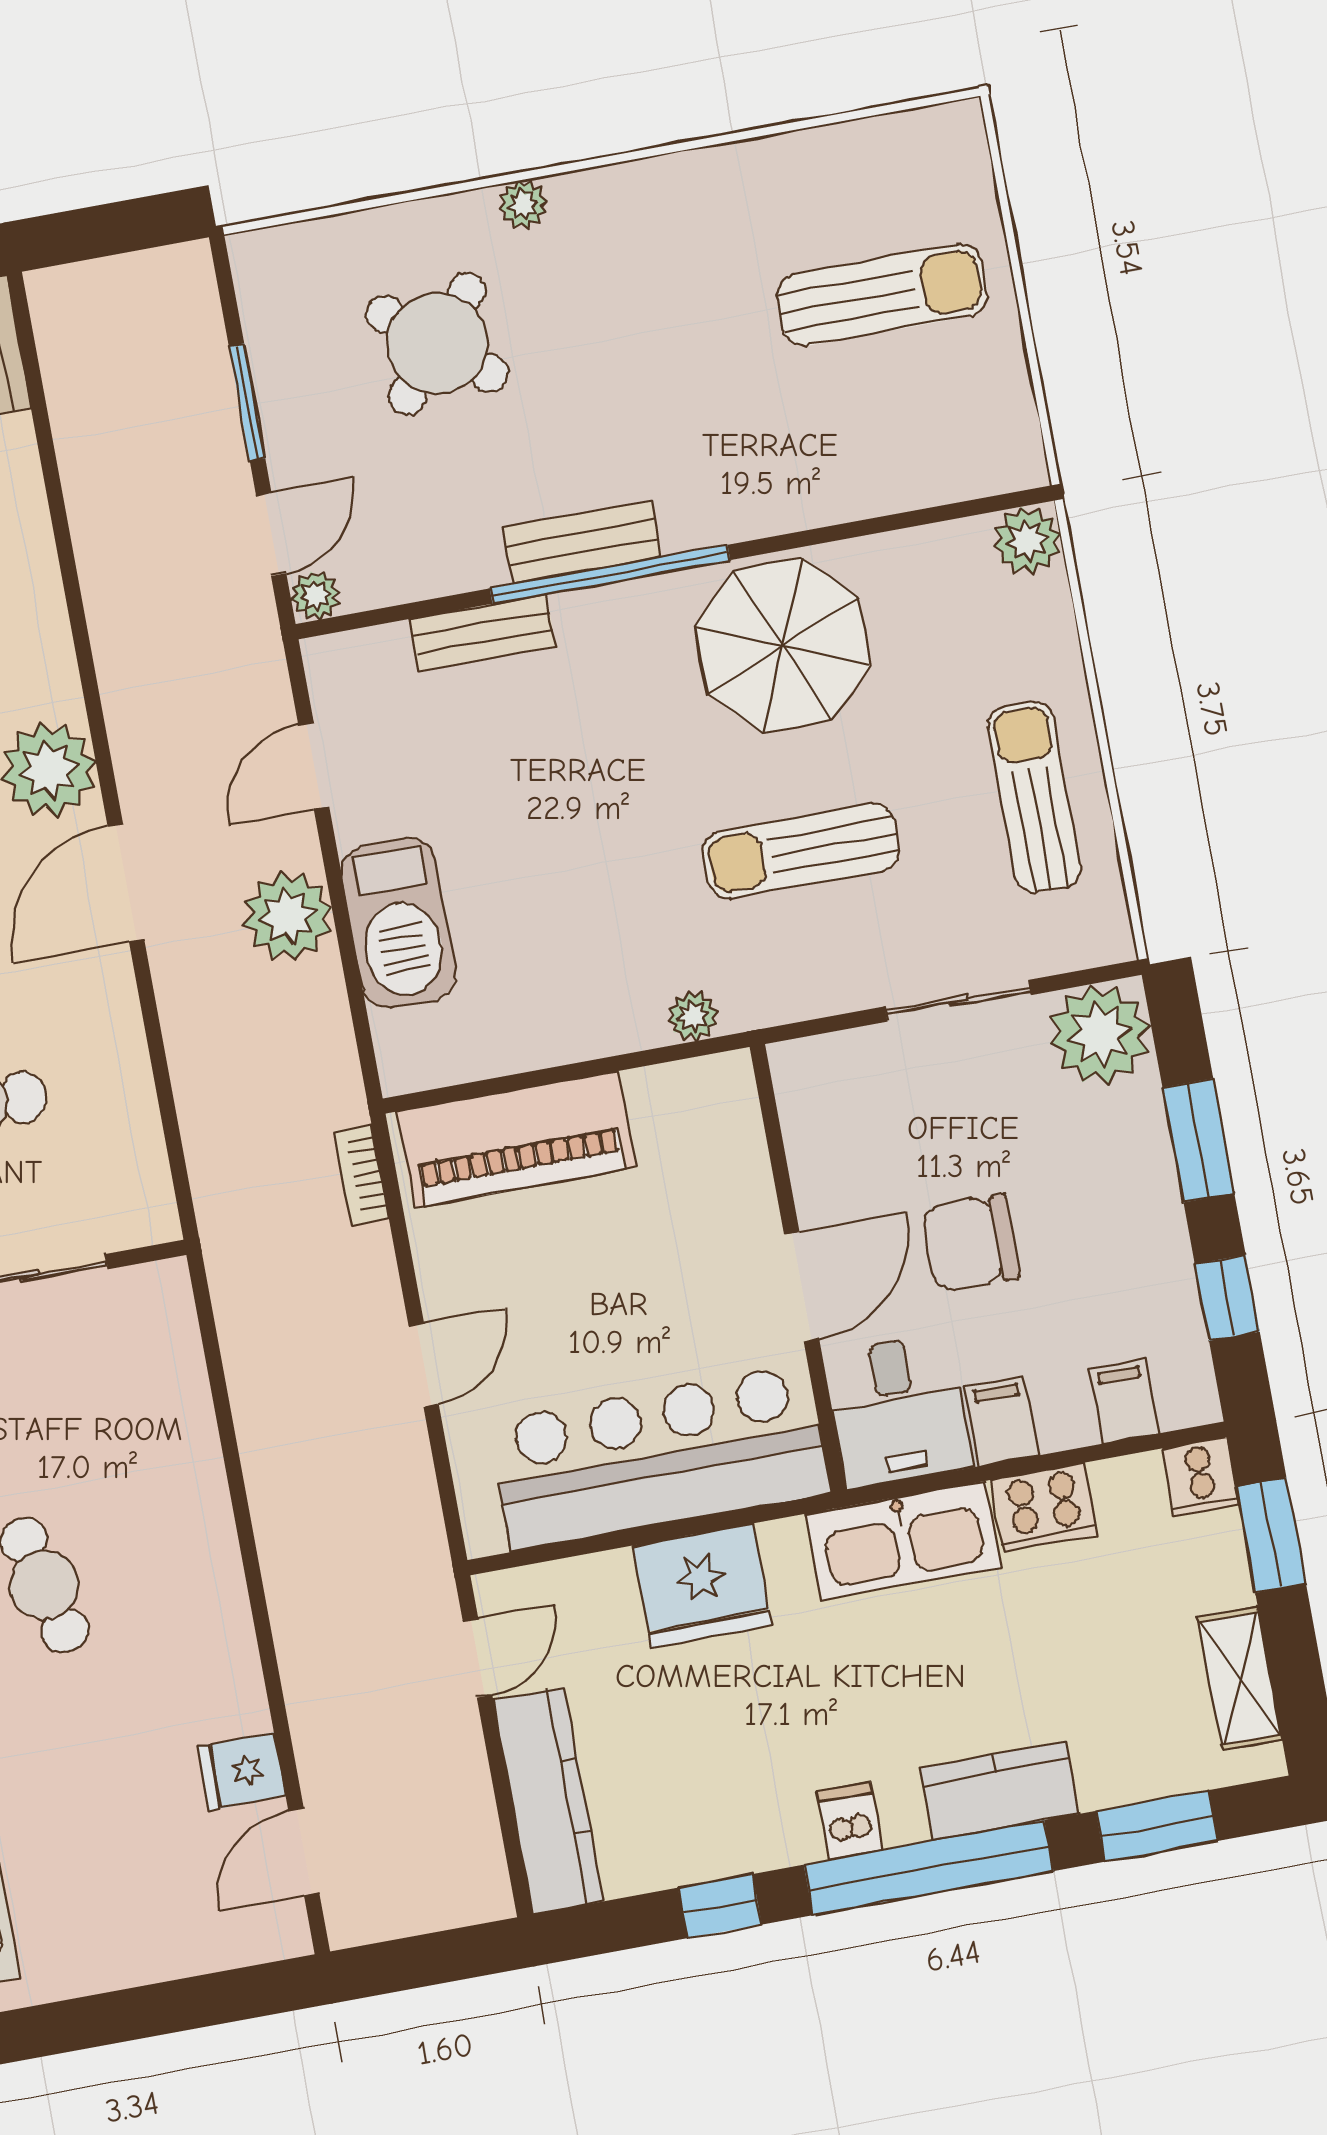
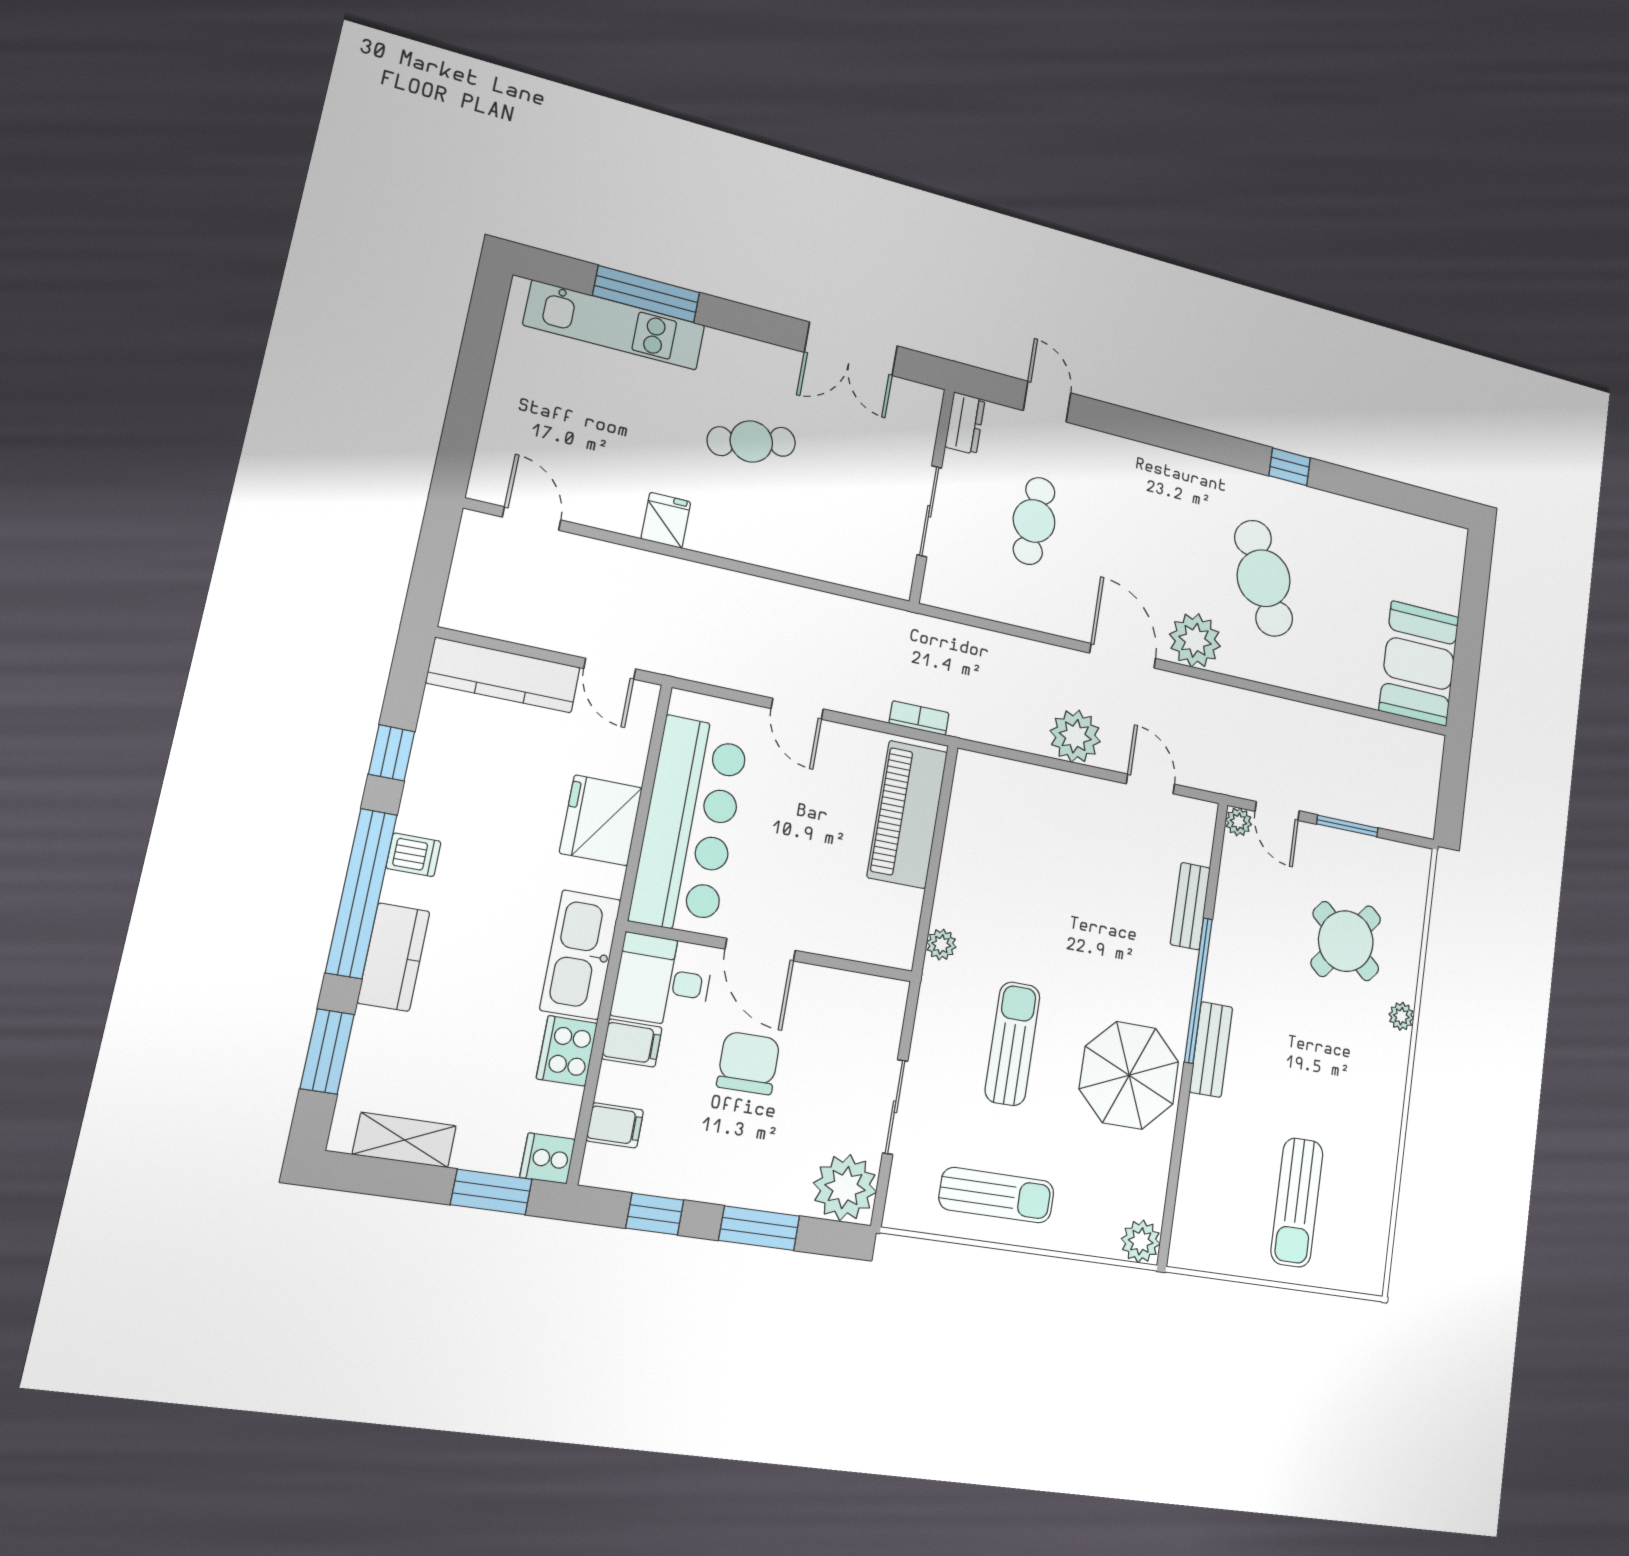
bench: (582, 542) -> (1211, 1049), moved
barbecue: (399, 923) -> (1051, 796), removed
fridge: (242, 1771) -> (666, 520), moved

